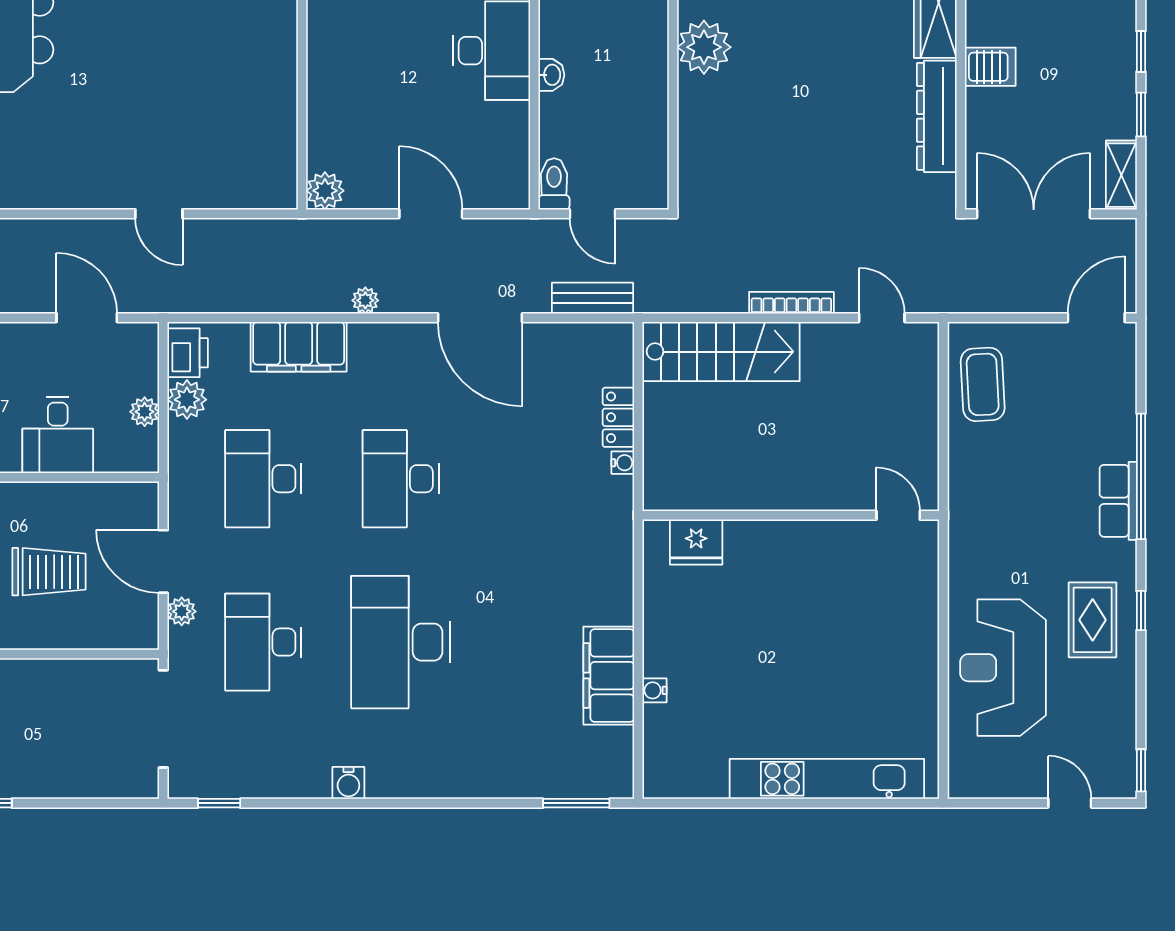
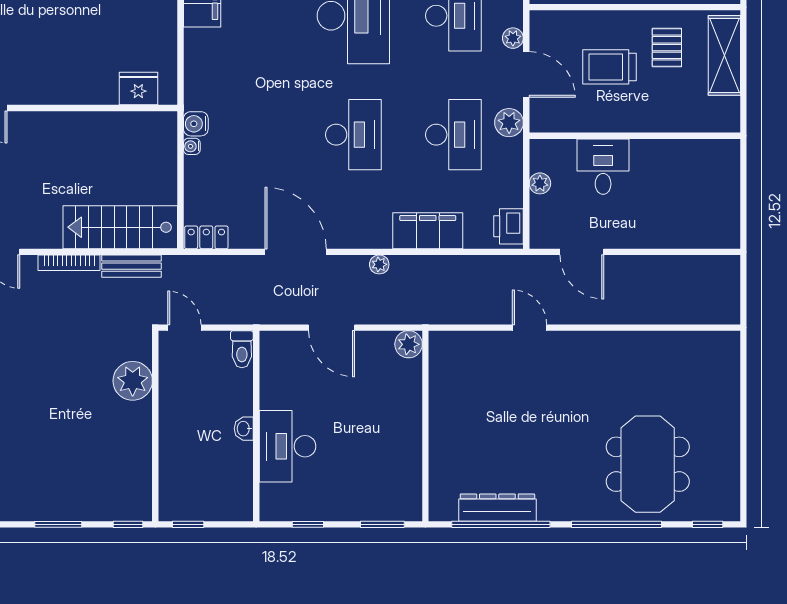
plant: (704, 47) -> (133, 381), moved
door: (593, 214) -> (184, 328), moved
bench: (592, 298) -> (131, 266), moved
plant: (187, 400) -> (509, 123), moved
locker: (618, 417) -> (206, 237), moved, turned -90
water cooler: (617, 494) -> (196, 124), added

